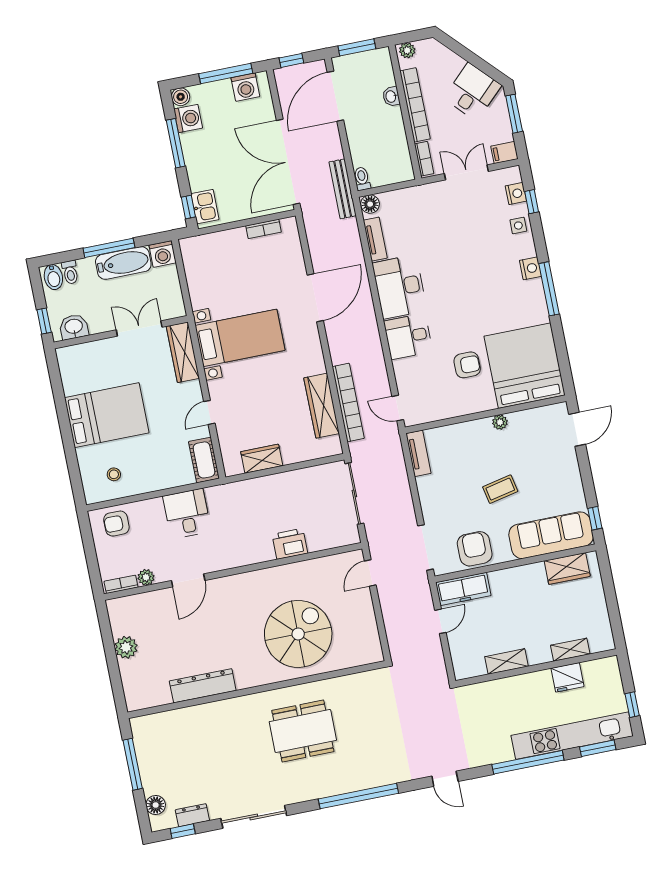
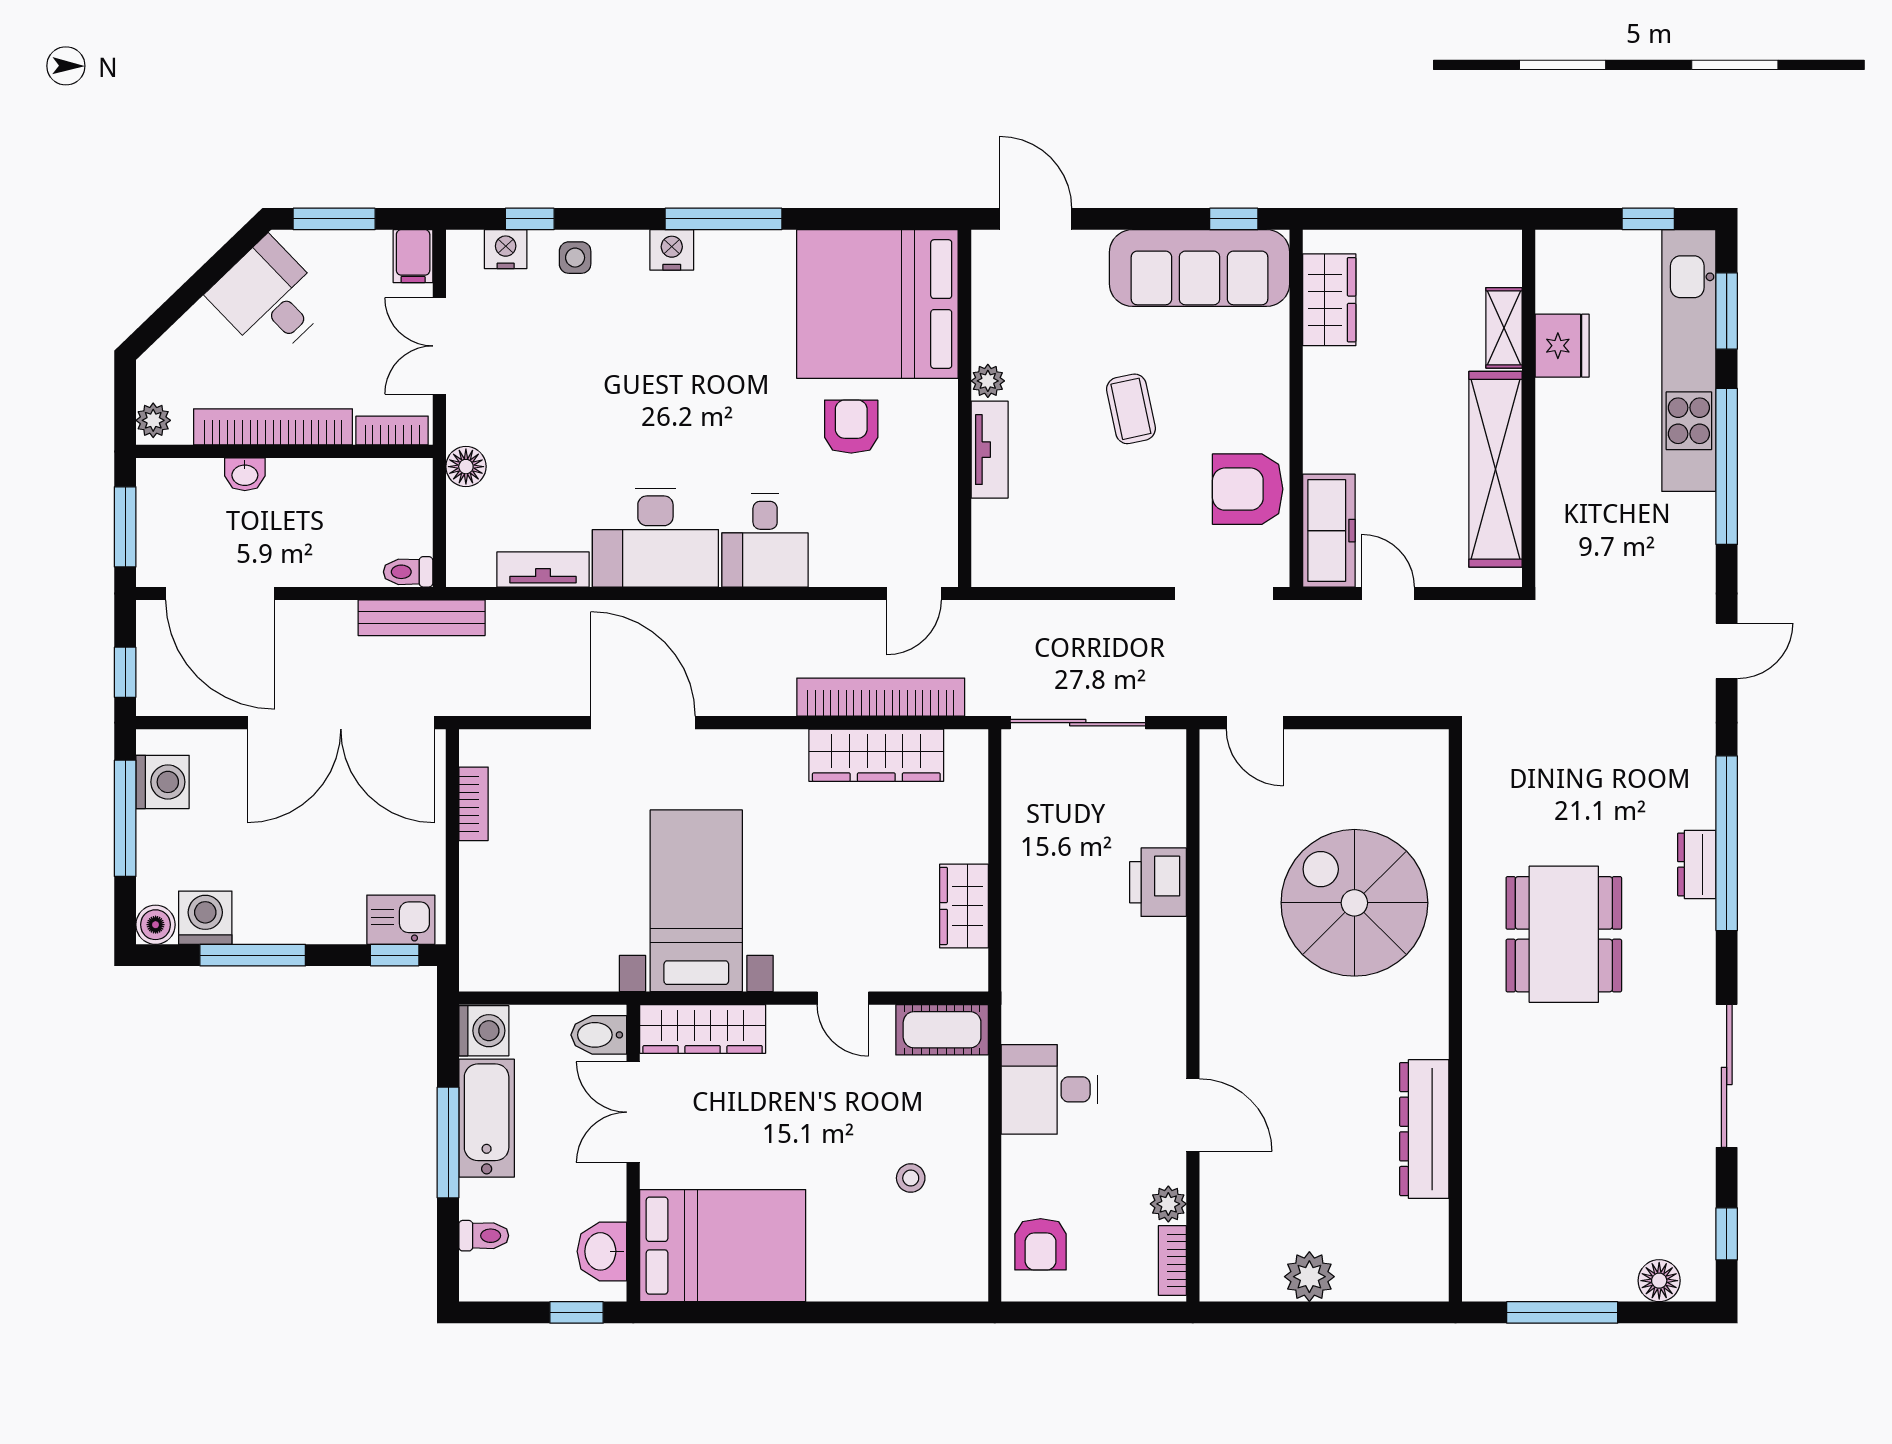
floor lamp: (370, 204) -> (466, 467), moved
bidet: (53, 277) -> (599, 1035), moved, turned 180
bed: (107, 415) -> (723, 1246), moved, turned 90
tv unit: (418, 453) -> (990, 450), moved, turned 90
stool: (114, 474) -> (911, 1178), moved
sofa: (551, 535) -> (1199, 268), moved, turned -90
shelving: (506, 661) -> (1496, 469), width x2.20, depth x1.33
dresser: (192, 815) -> (1697, 864), moved

